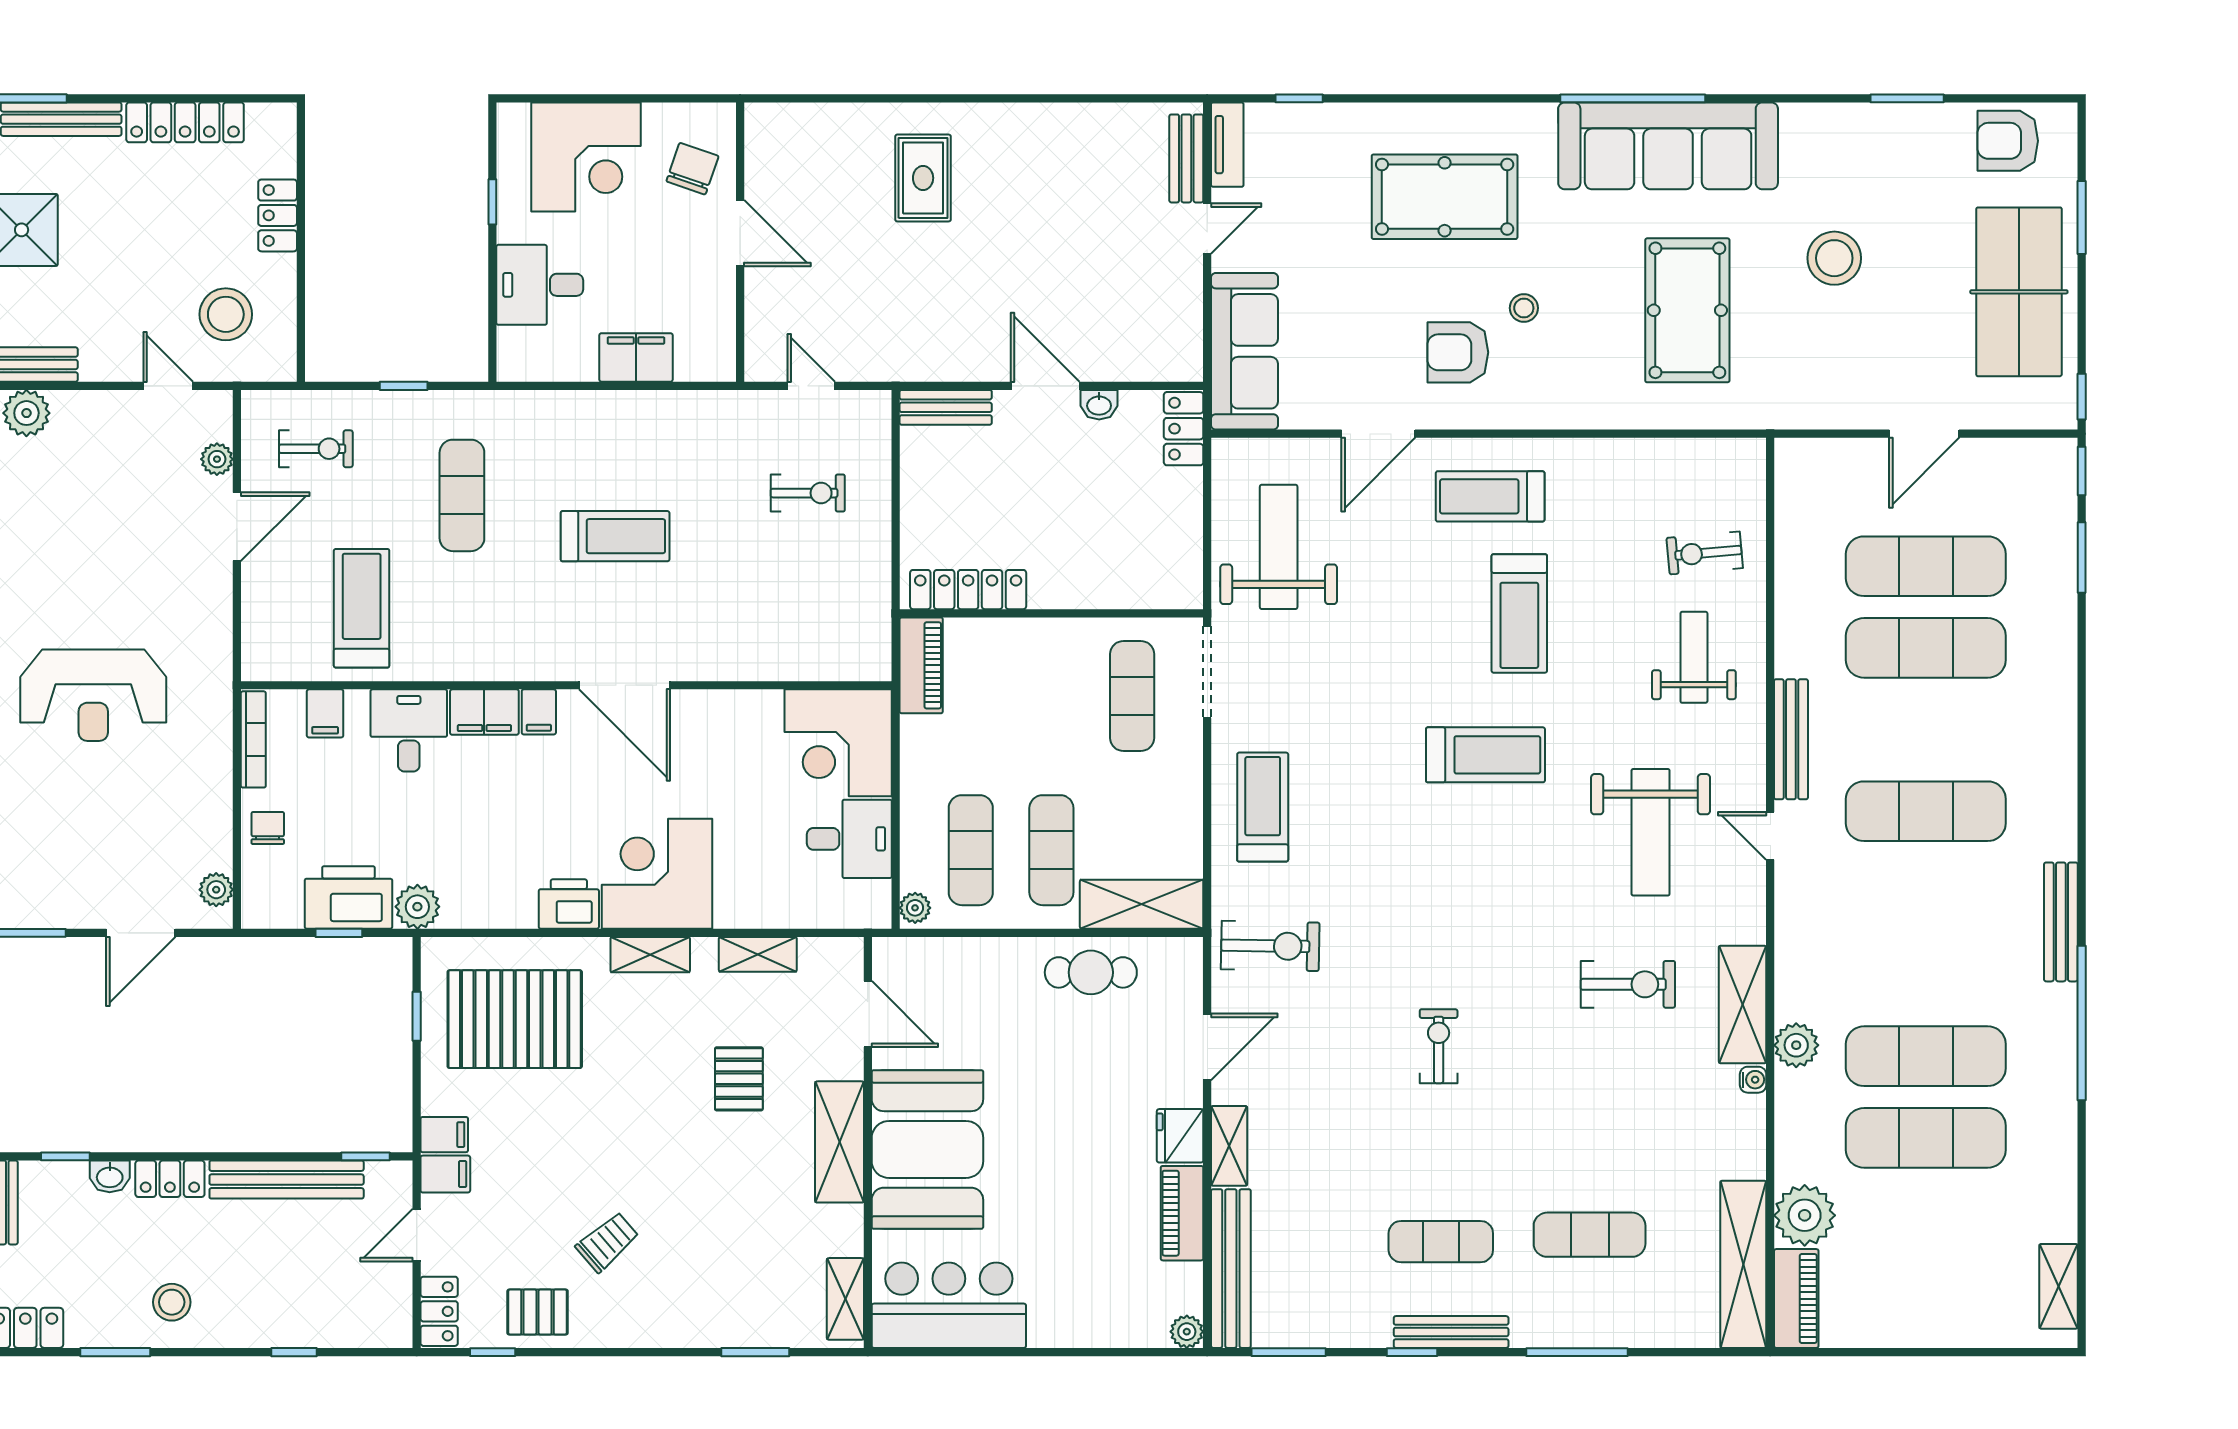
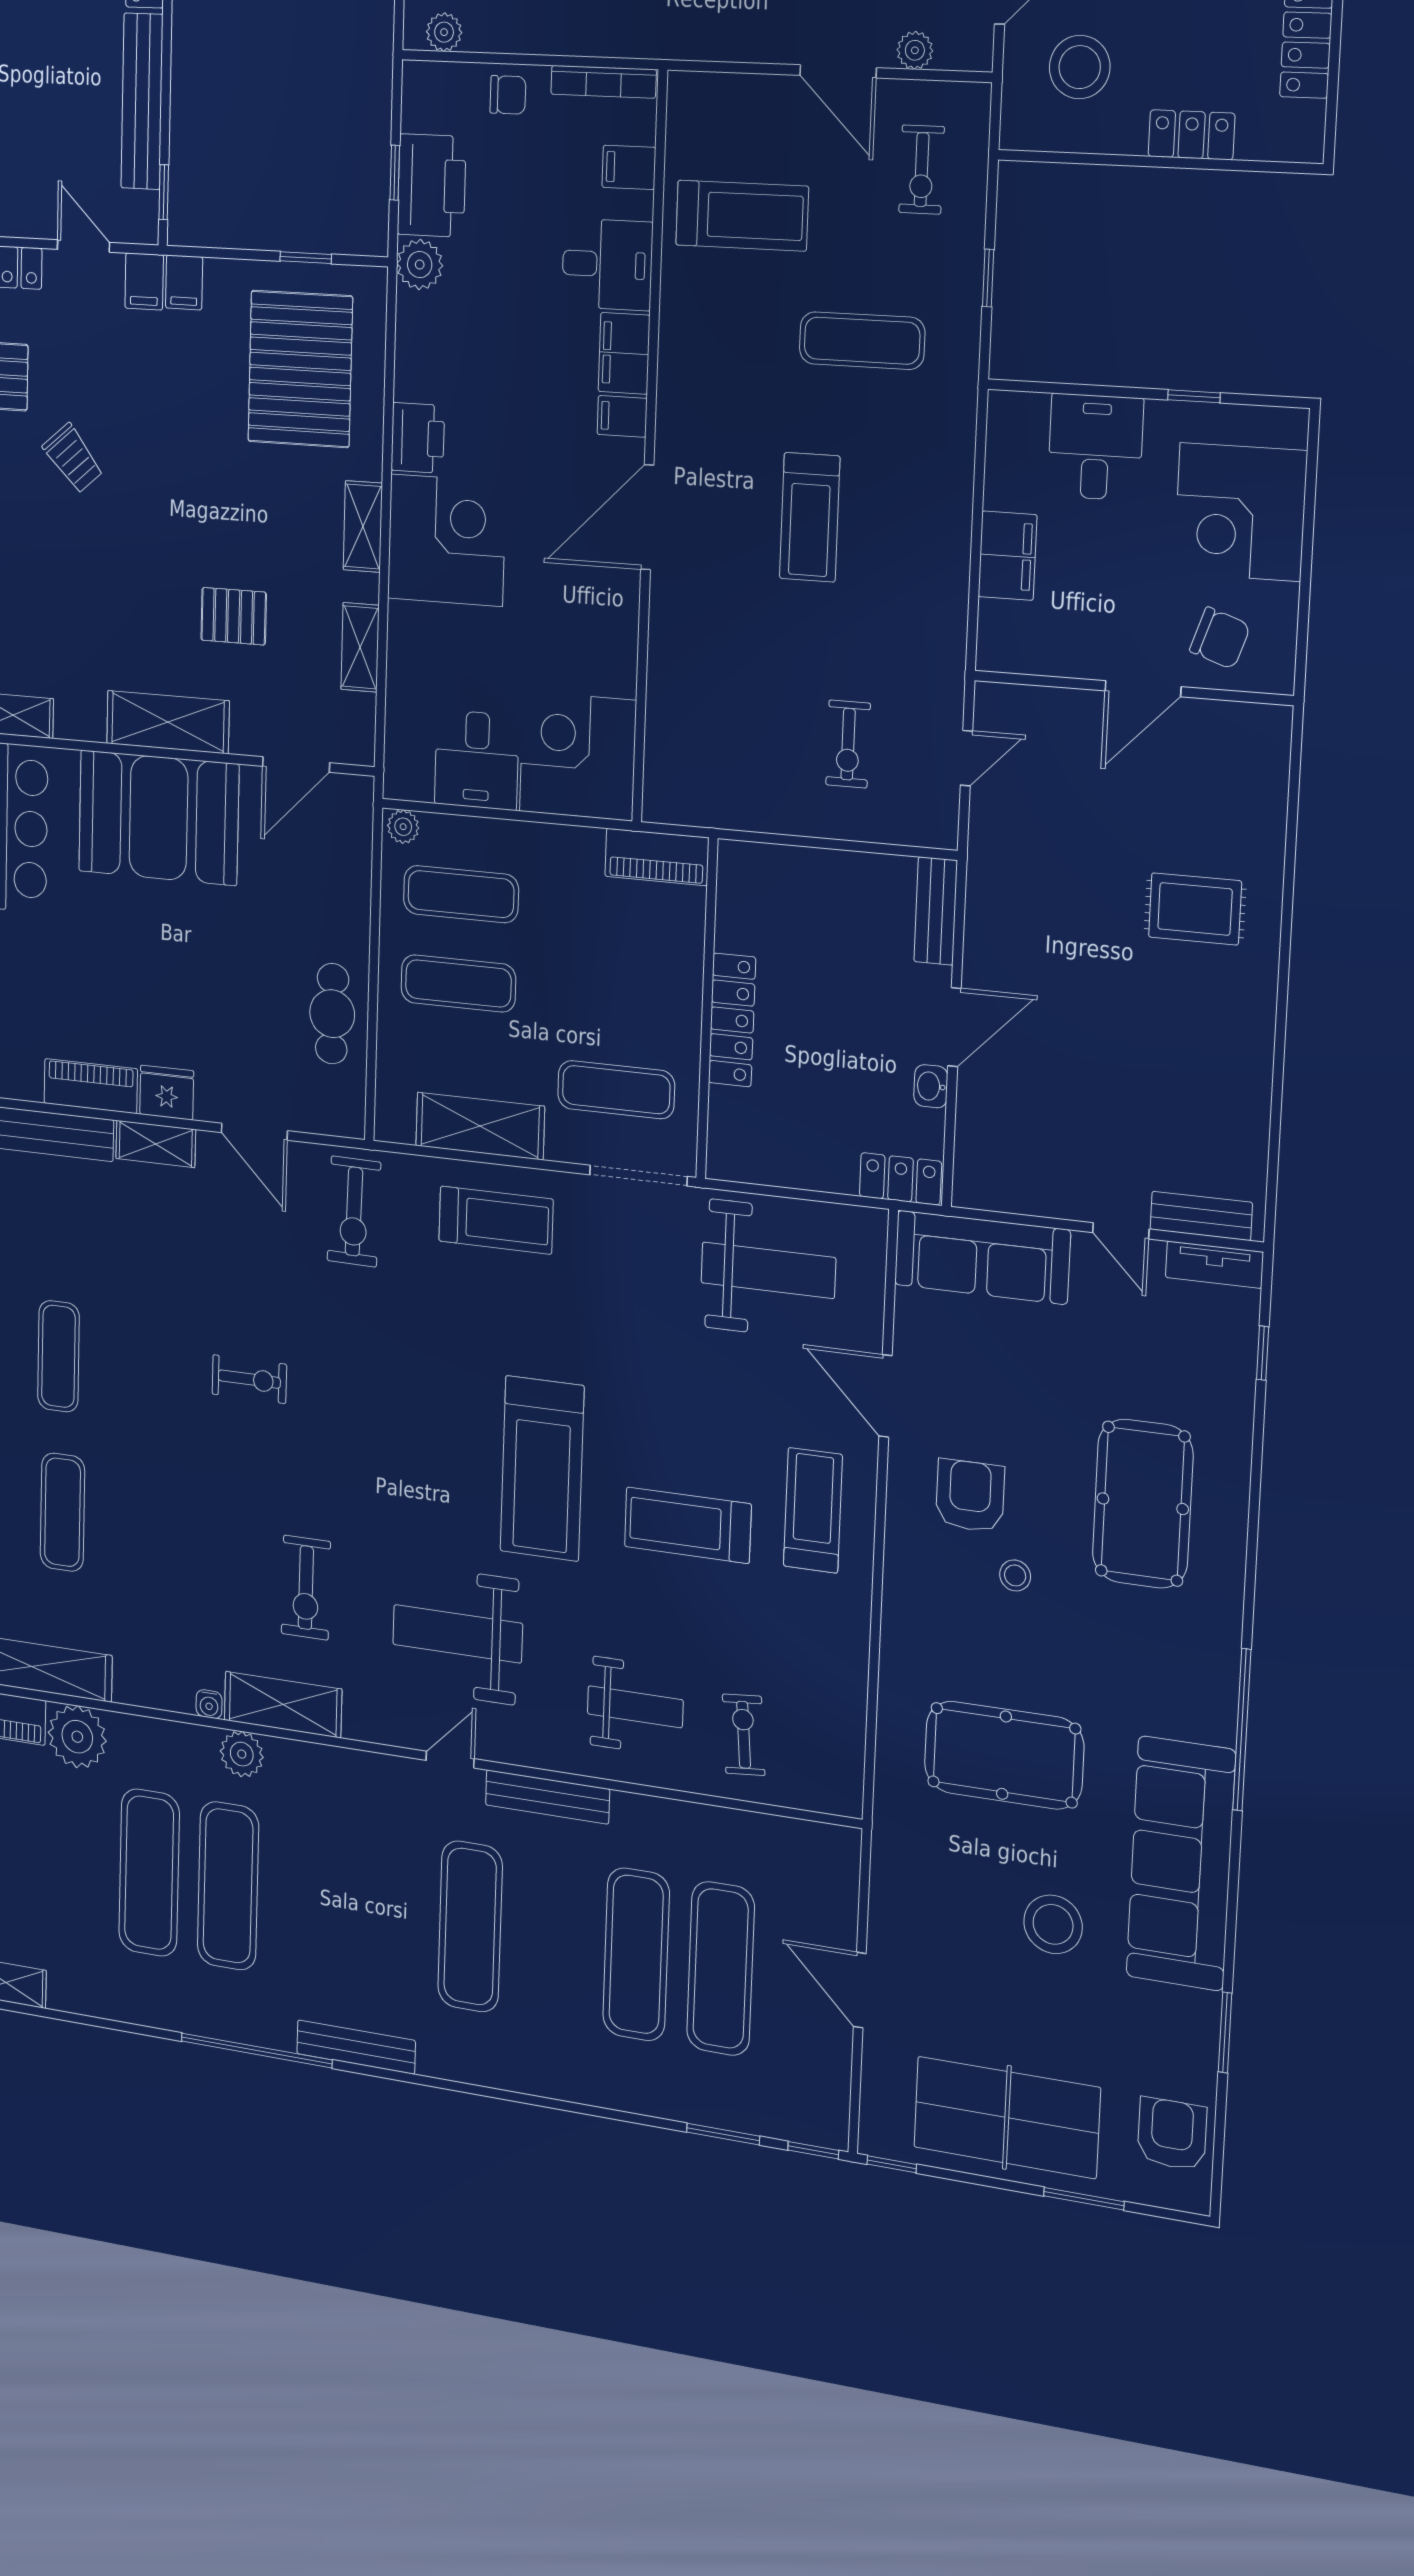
sofa: (1668, 146) -> (1181, 1864), moved
locker: (968, 590) -> (732, 1020), moved
treadmill: (1485, 755) -> (542, 1469), width x1.37, depth x1.38
shelving: (1142, 904) -> (480, 1126), moved, turned 90

